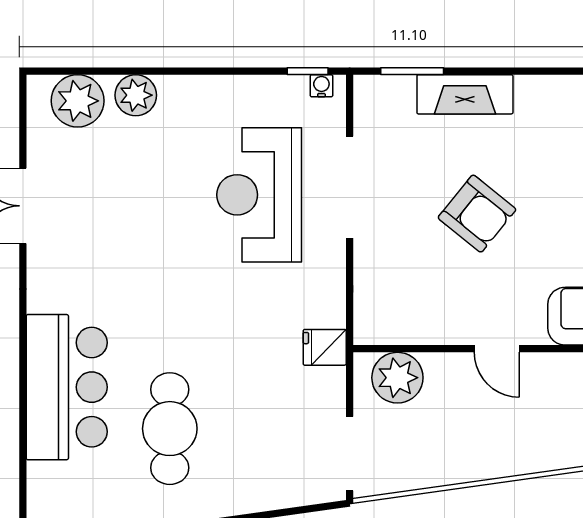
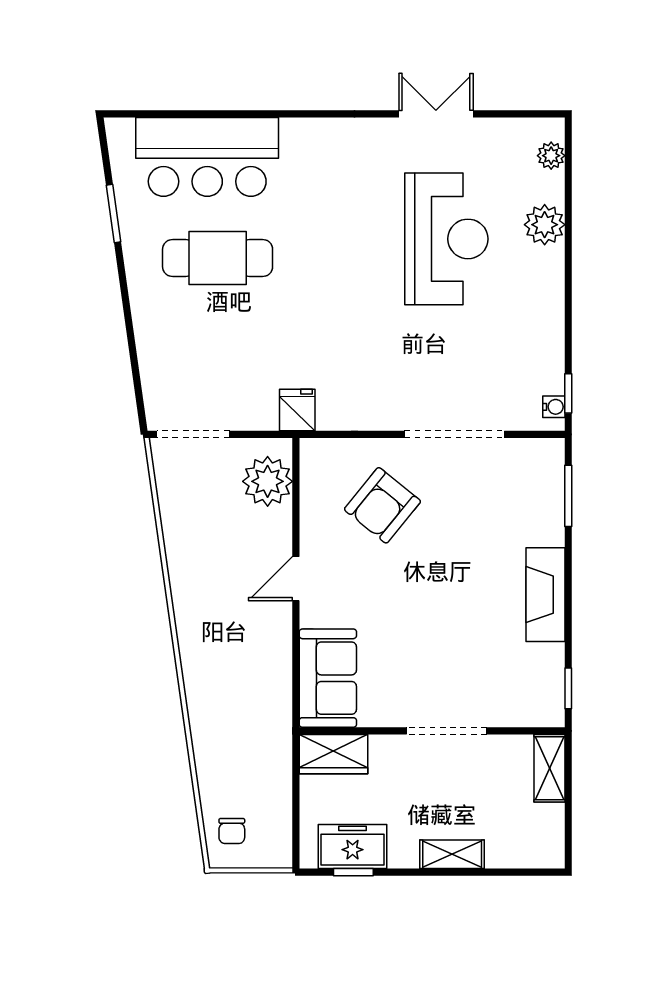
fireplace: (465, 94) -> (545, 595), moved
plant: (78, 101) -> (551, 156), width x0.53, depth x0.53
reception desk: (259, 195) -> (446, 239), moved, turned 90
armchair: (477, 214) -> (382, 505), moved
bar counter: (67, 387) -> (207, 157), moved

